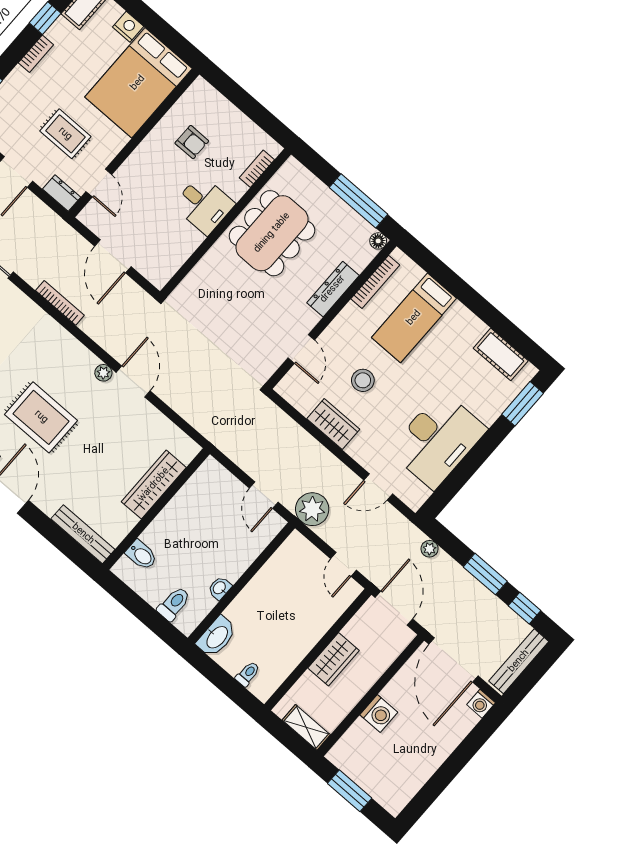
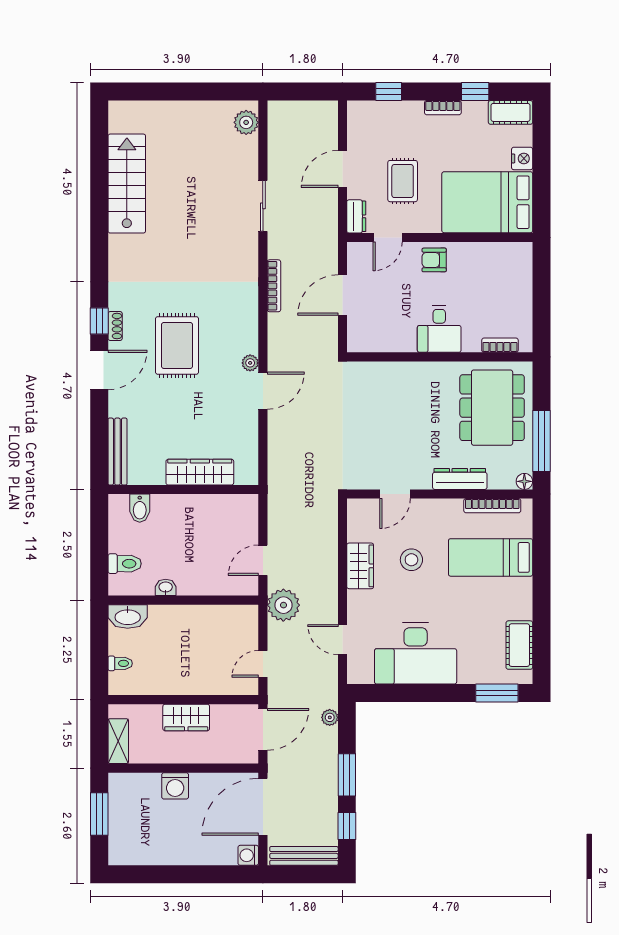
armchair: (192, 142) -> (434, 260), moved, turned 90
dining table: (272, 233) -> (492, 408), moved, turned 90

